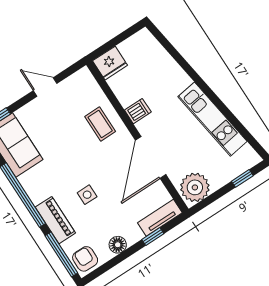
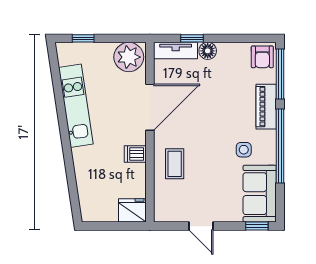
side table: (87, 195) -> (244, 150), moved
floor lamp: (118, 245) -> (208, 51), moved

